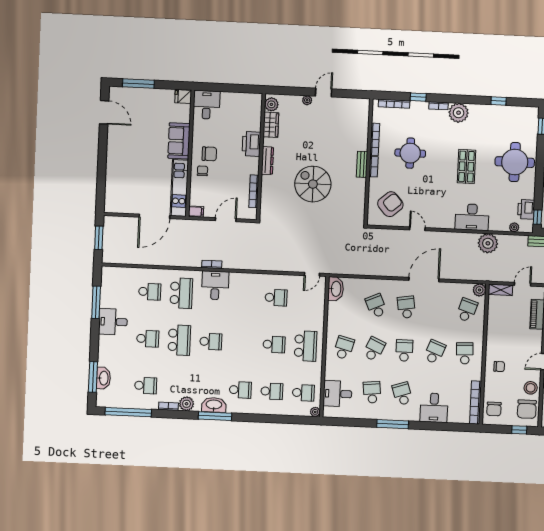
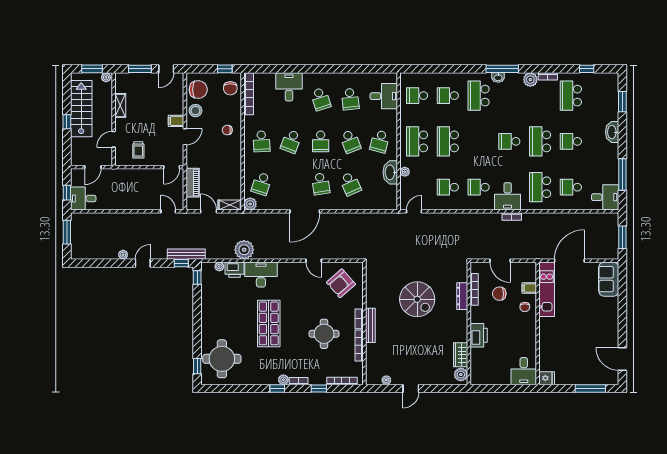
plant: (307, 100) -> (386, 380), moved
window: (499, 101) -> (277, 388), moved
plant: (459, 113) -> (283, 380), width x0.53, depth x0.53
sofa: (179, 141) -> (609, 279), moved, turned 180
chair: (209, 154) -> (499, 294), moved
dresser: (267, 161) -> (462, 296), moved
round table: (515, 162) -> (222, 359), moved
bench: (362, 164) -> (370, 325), width x1.36
shop shelf: (466, 166) -> (269, 323), width x1.43, depth x1.36
printer: (526, 209) -> (234, 270), moved, turned 90
filing cabinet: (196, 212) -> (529, 288), moved
door: (226, 220) -> (500, 261), hinge flipped
door: (523, 284) -> (208, 211), swing flipped
washbasin: (336, 289) -> (390, 172), moved
school desk: (245, 296) -> (479, 187), added
desk: (113, 322) -> (605, 197), moved
school desk: (274, 344) -> (448, 141), width x1.85
school desk: (374, 349) -> (350, 141), turned -45
window: (93, 377) -> (622, 102), width x0.69
washbasin: (103, 378) -> (612, 132), moved
school desk: (146, 386) -> (571, 96), width x1.85
school desk: (240, 390) -> (479, 96), width x1.85
washbasin: (214, 405) -> (498, 78), width x0.52, depth x0.69
chair: (494, 409) -> (230, 88), turned 180
chair: (527, 409) -> (198, 90), turned 90
window: (128, 412) -> (587, 69), width x0.32
plant: (315, 412) -> (405, 172), moved
window: (393, 424) -> (329, 69), removed
window: (519, 430) -> (225, 69), moved

